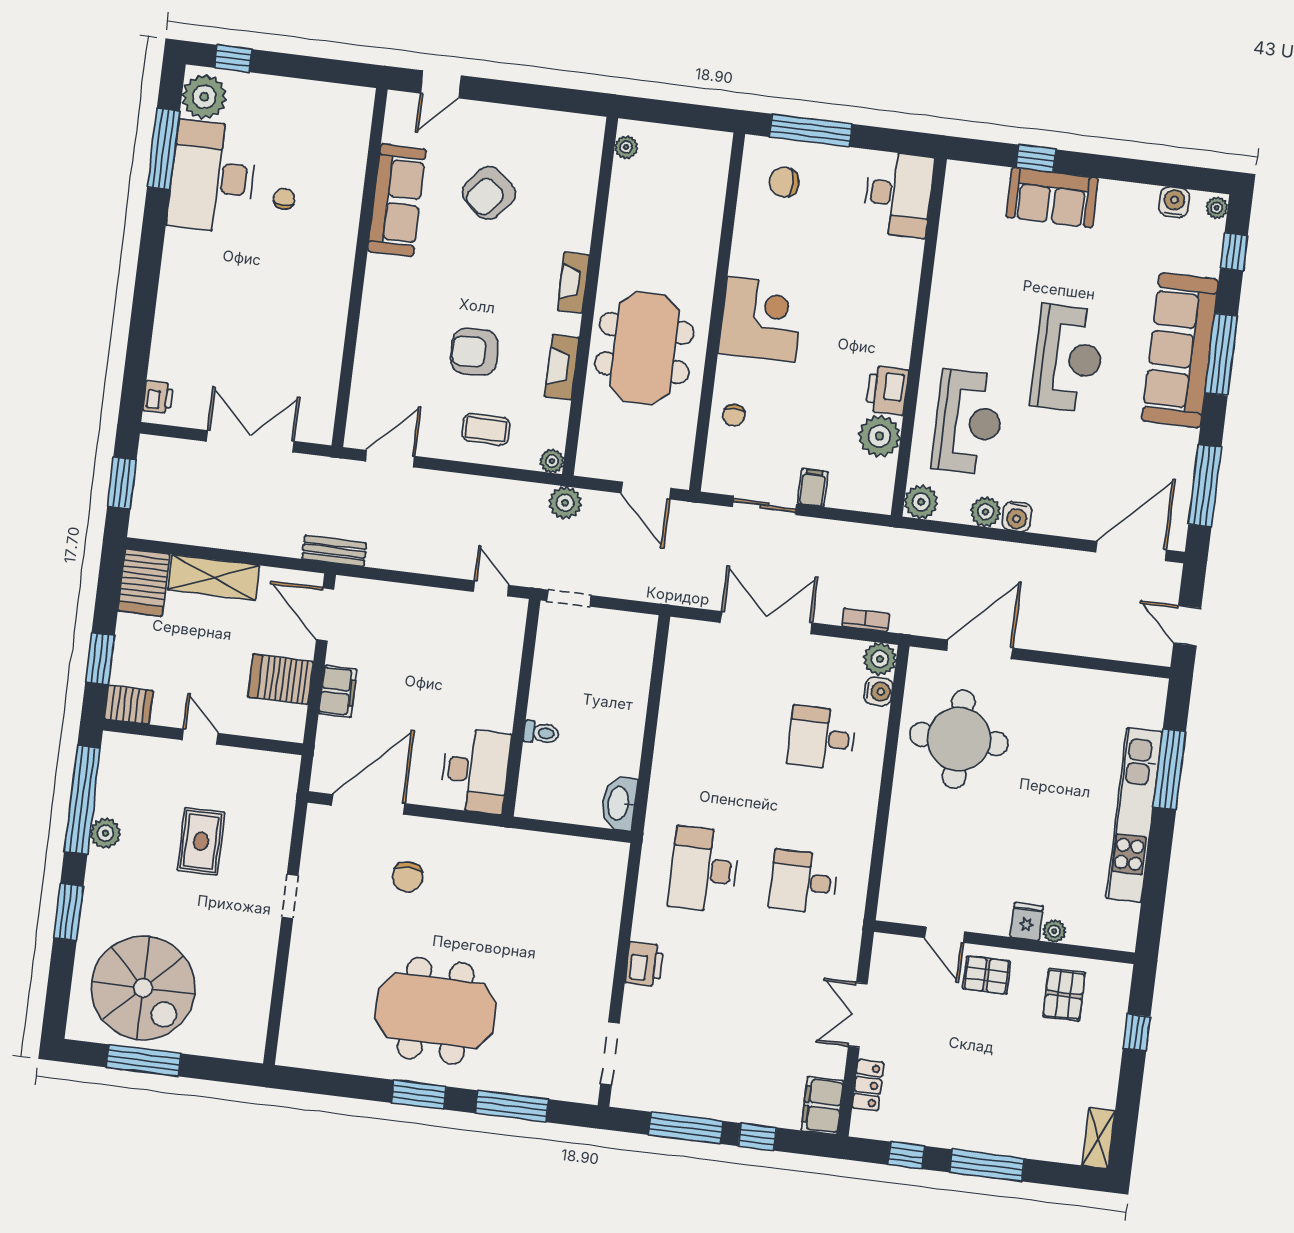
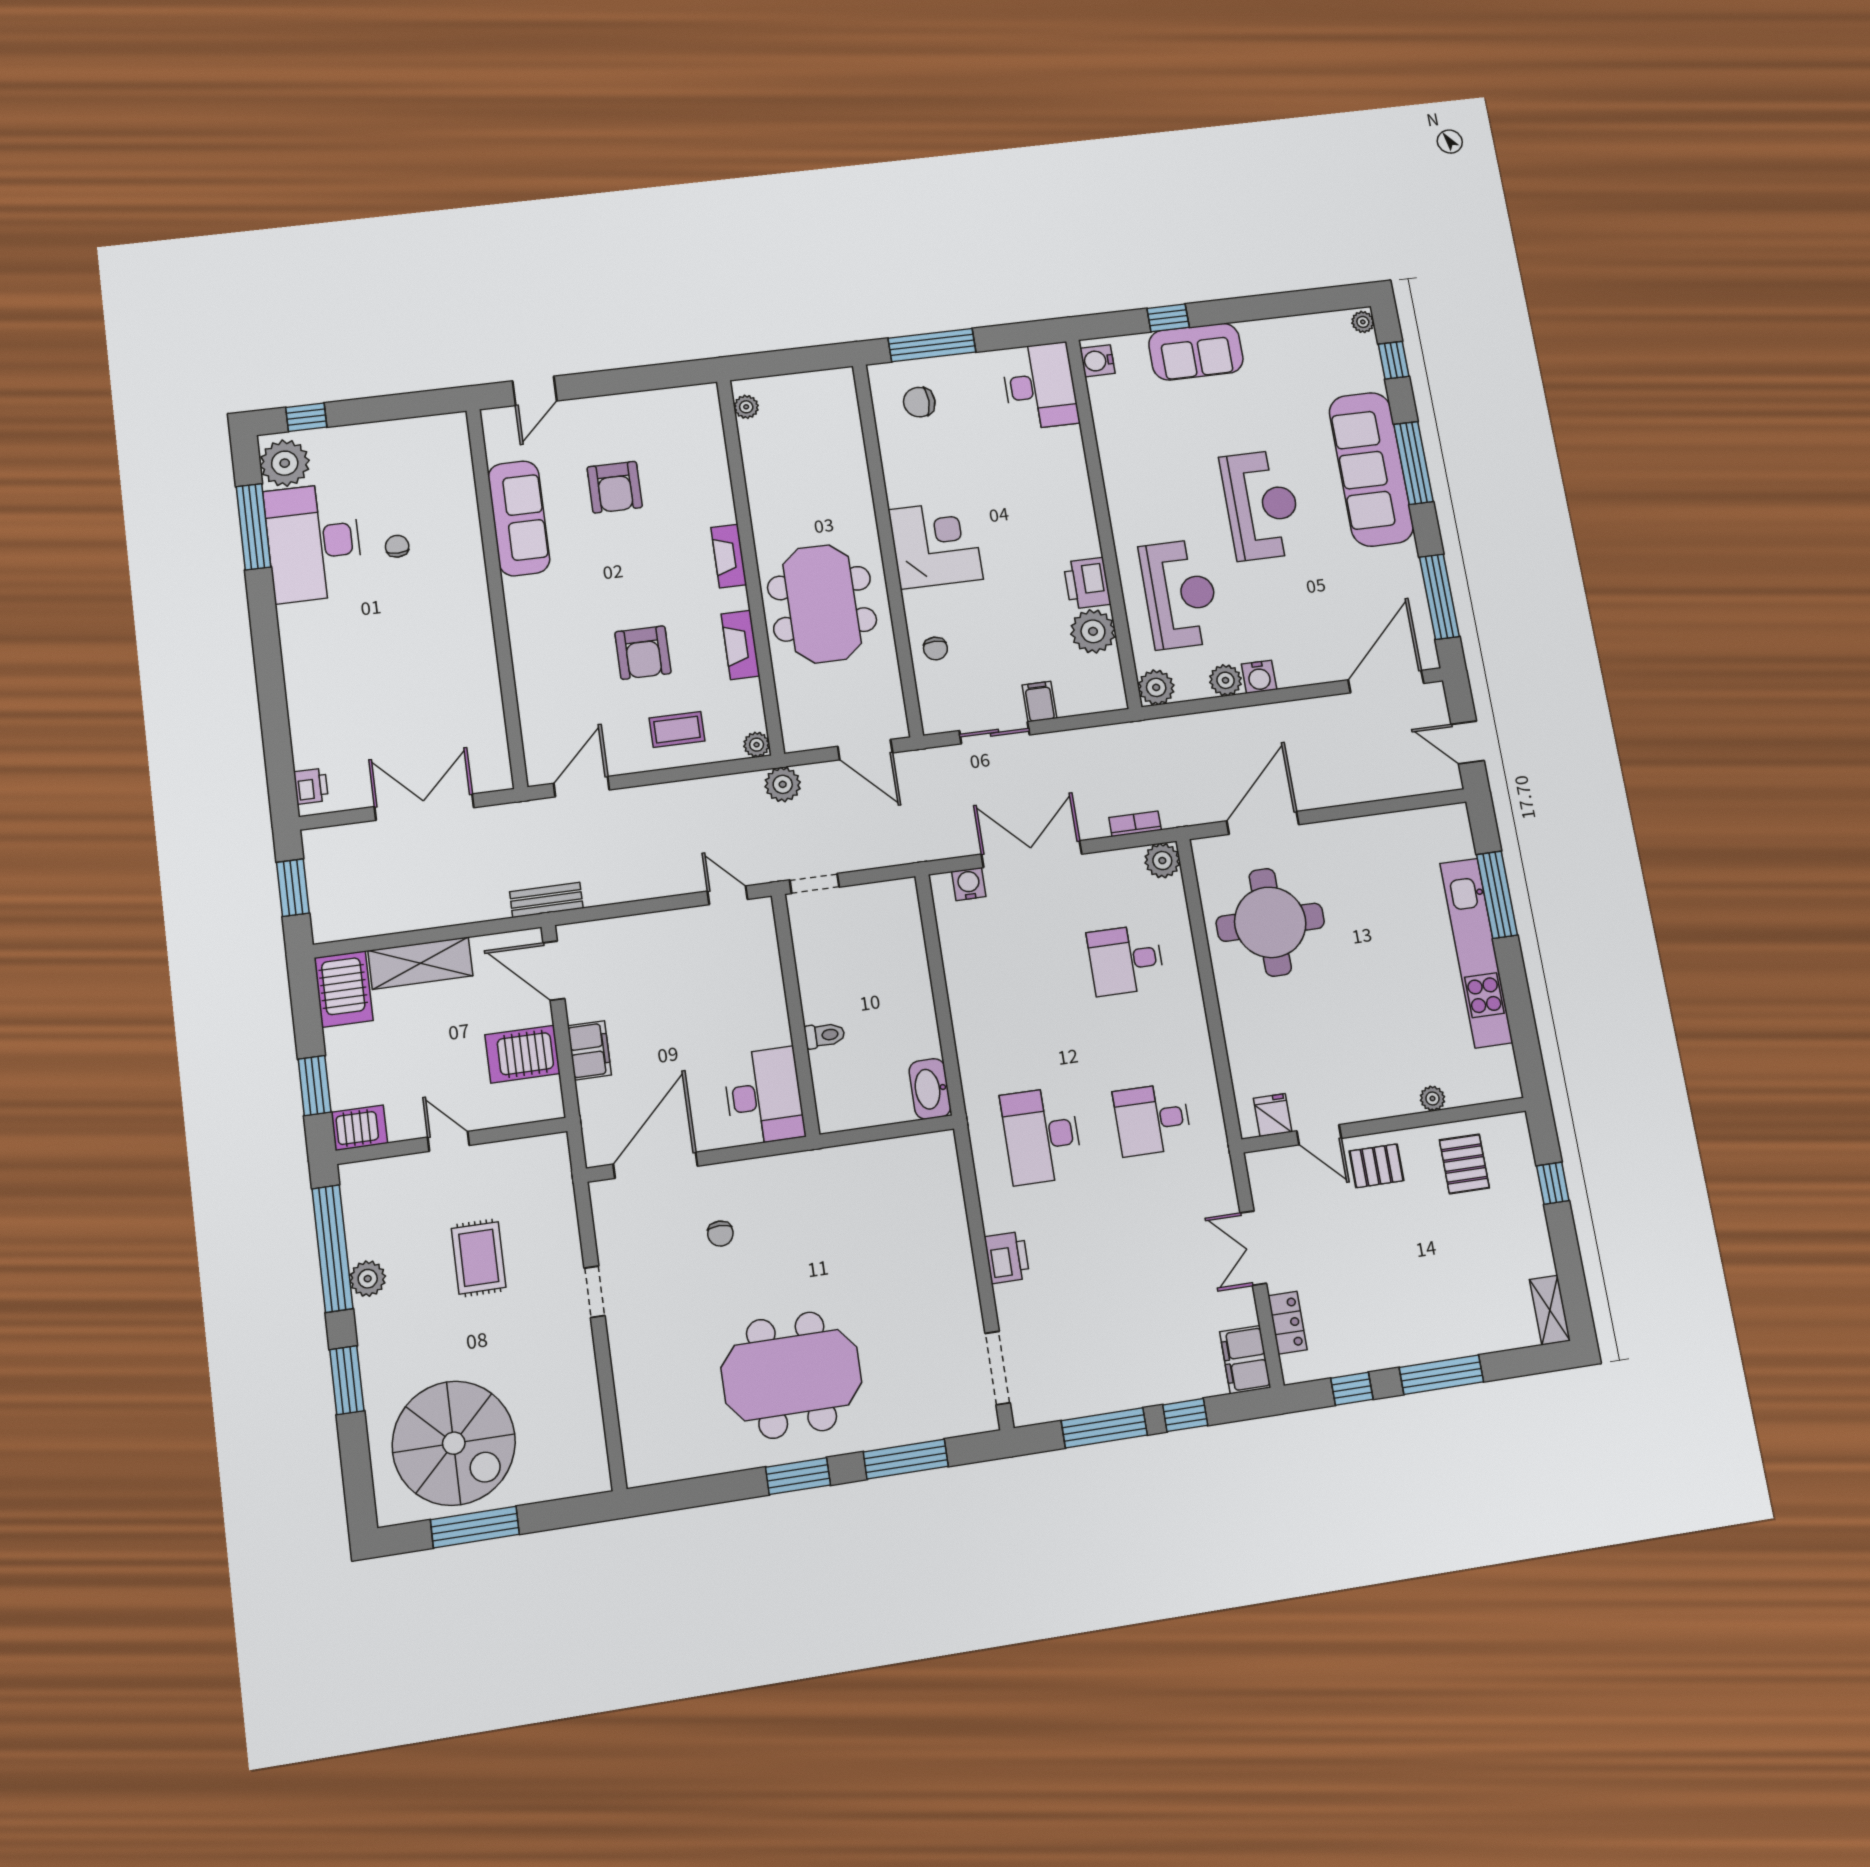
armchair: (489, 193) -> (615, 487), turned -40
water cooler: (1174, 202) -> (1098, 361), moved, turned -90
armchair: (474, 352) -> (643, 653), turned -88
water cooler: (879, 691) -> (969, 884), moved, turned -90
chair: (408, 877) -> (720, 1234), width x0.73, depth x0.73
fridge: (1027, 922) -> (1273, 1115), moved

